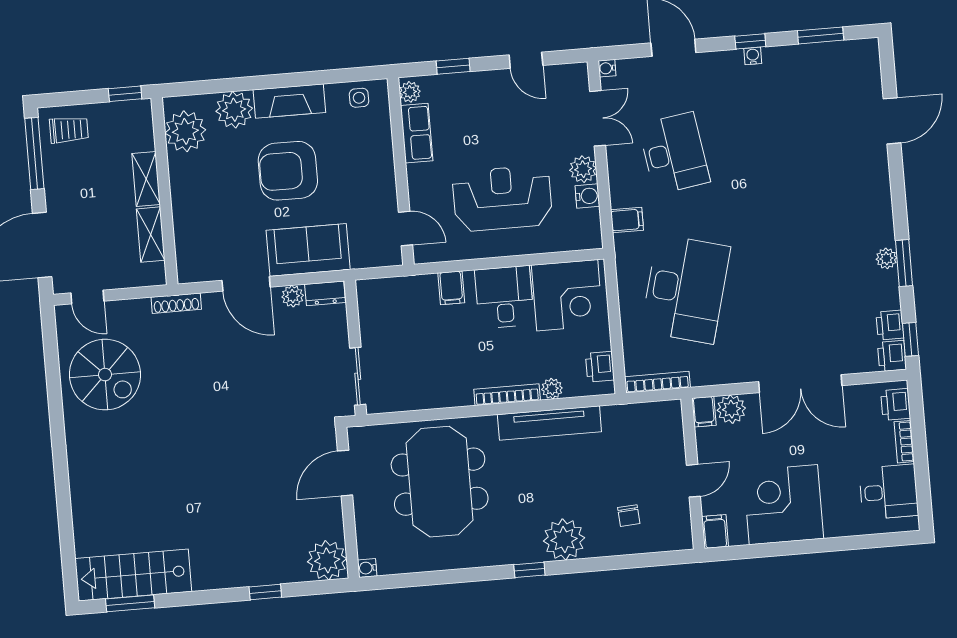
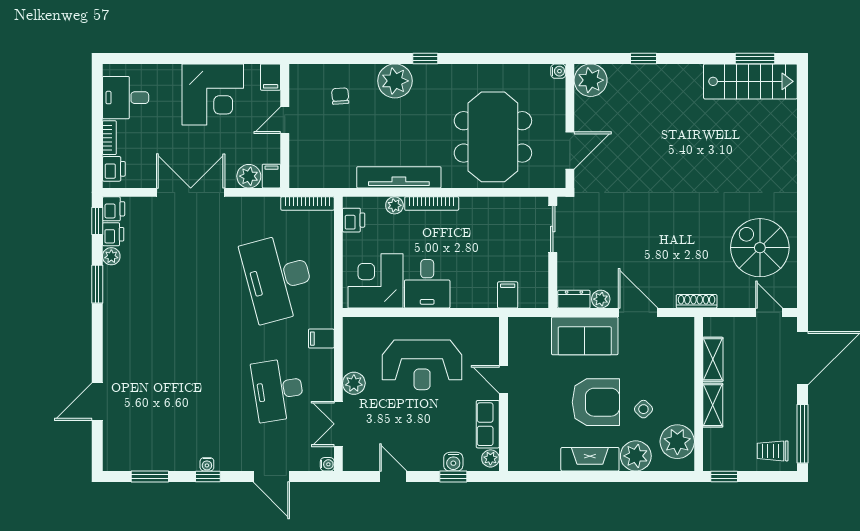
side table: (359, 98) -> (643, 409), moved, turned 45
water cooler: (587, 196) -> (453, 462), moved, turned -90
door: (406, 228) -> (503, 379), moved
plant: (886, 258) -> (111, 256), moved
filing cabinet: (451, 288) -> (508, 295), moved
desk: (685, 289) -> (278, 278), turned -30

